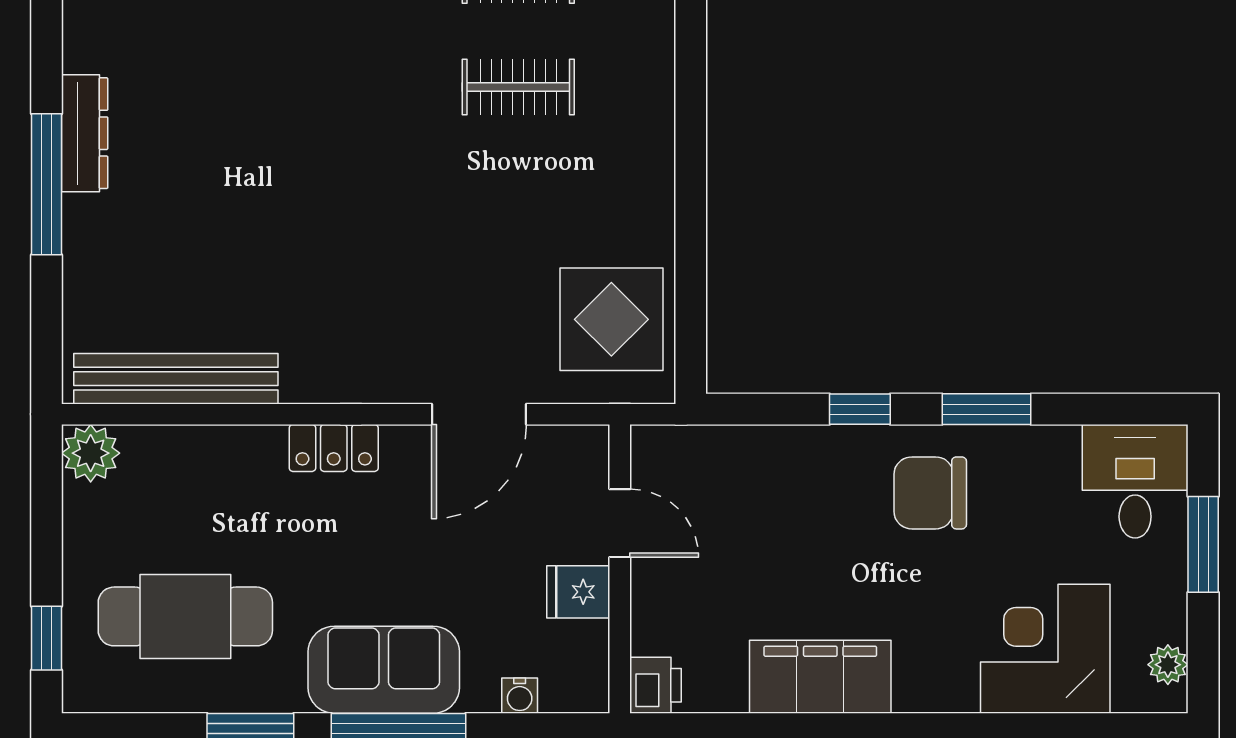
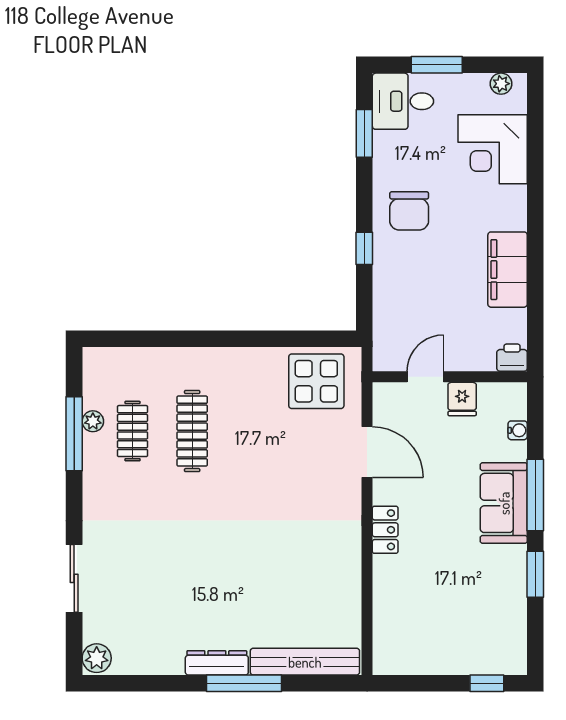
clothes rail: (518, 87) -> (192, 431), width x1.36
bench: (176, 379) -> (305, 662), moved, turned 90
window: (987, 409) -> (364, 133), moved
plant: (91, 453) -> (388, 660), removed
cafe table: (185, 616) -> (475, 609), removed

